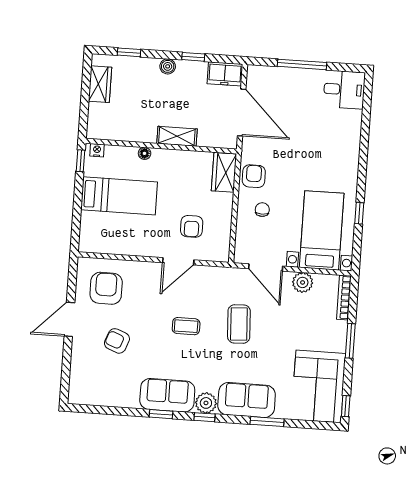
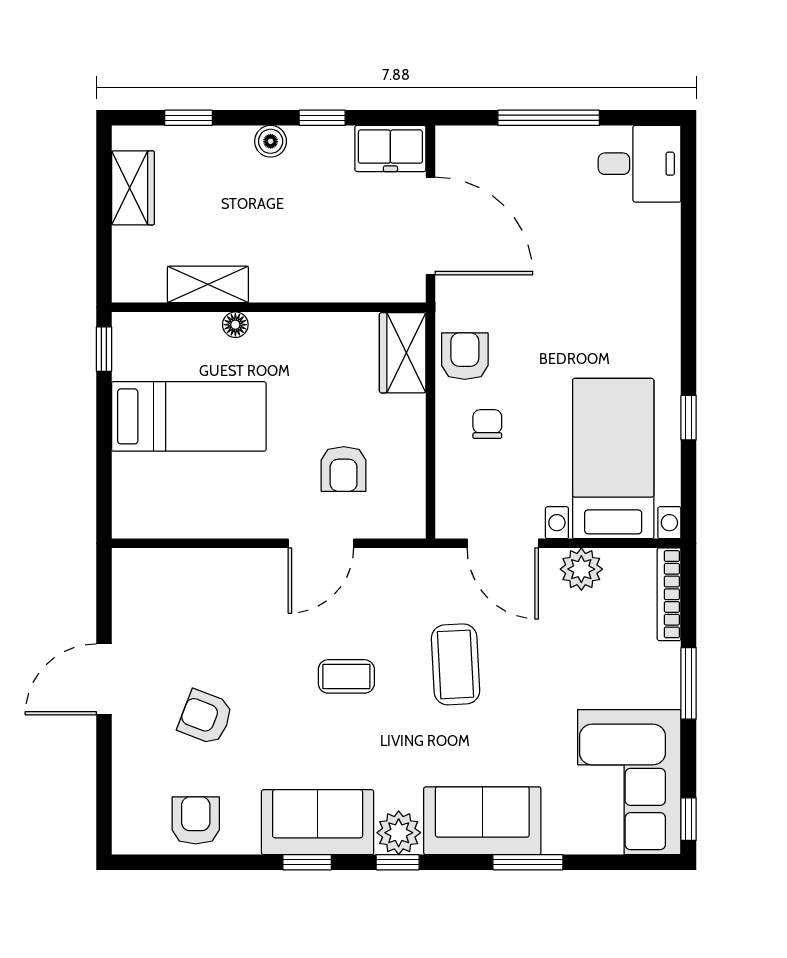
shelving: (177, 136) -> (208, 284), moved
nightstand: (97, 150) -> (136, 325), removed
armchair: (106, 288) -> (196, 820), moved, width x0.72, depth x0.72

